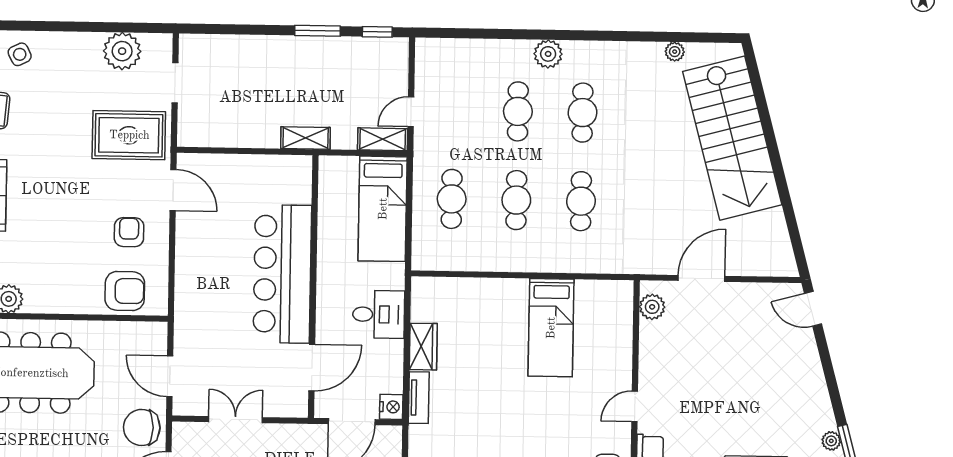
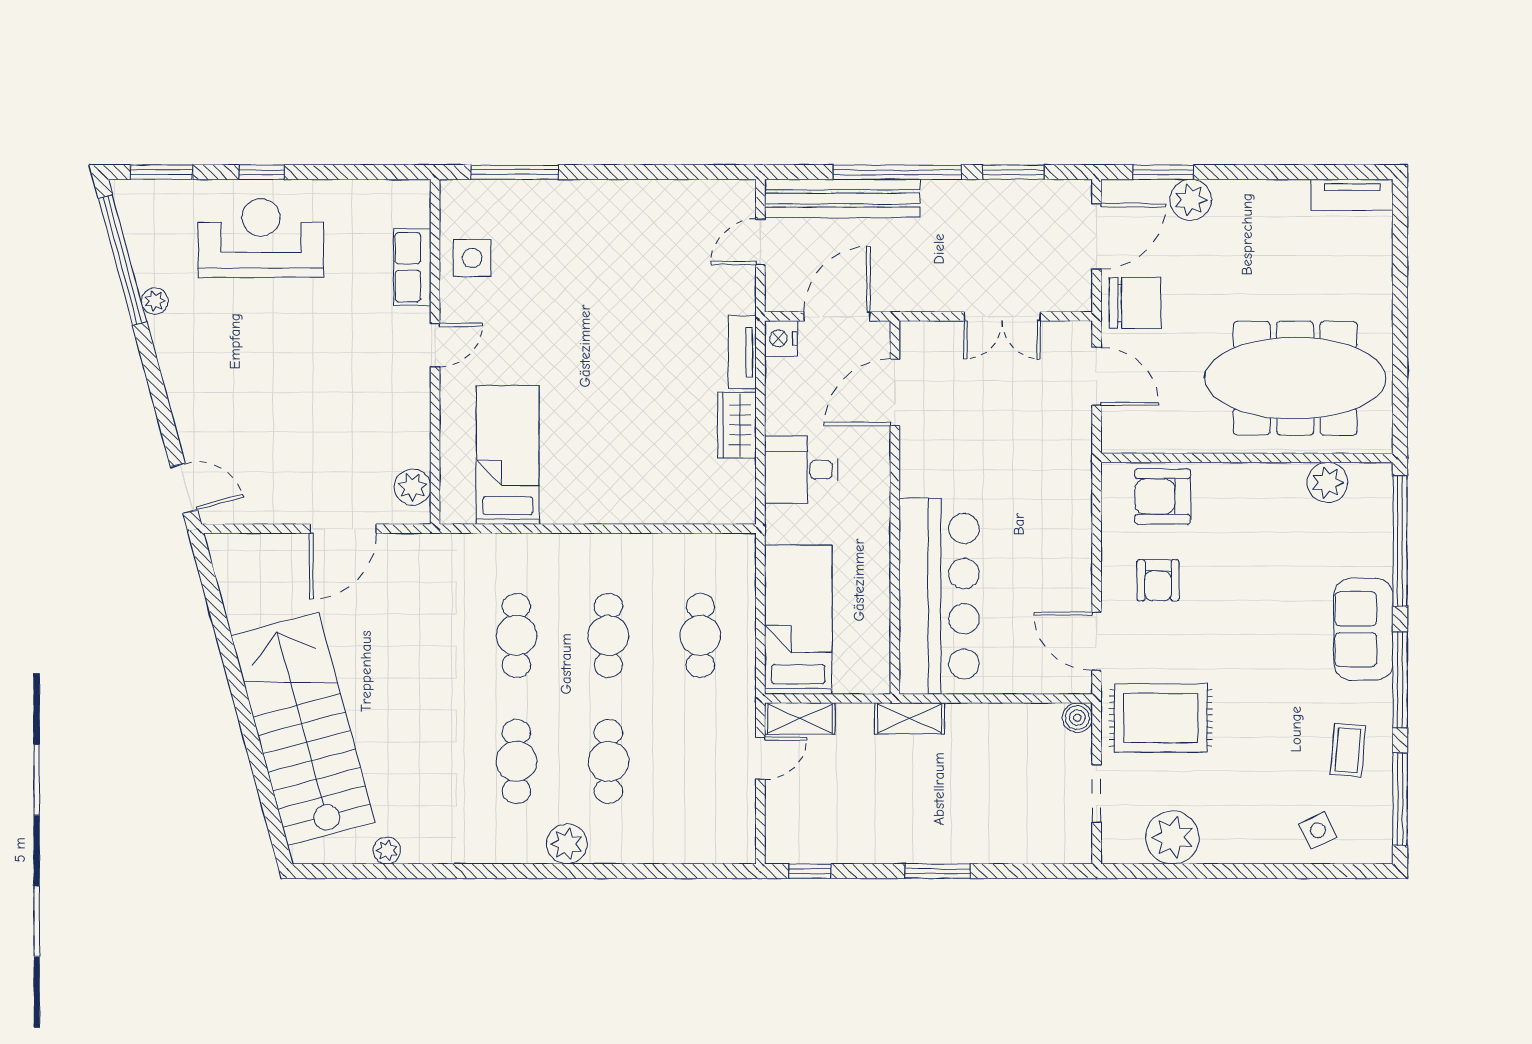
window: (317, 31) -> (938, 871), moved
boiler: (187, 136) -> (1077, 718), added
bar counter: (282, 274) -> (939, 596), moved
bed: (551, 328) -> (508, 455), moved

